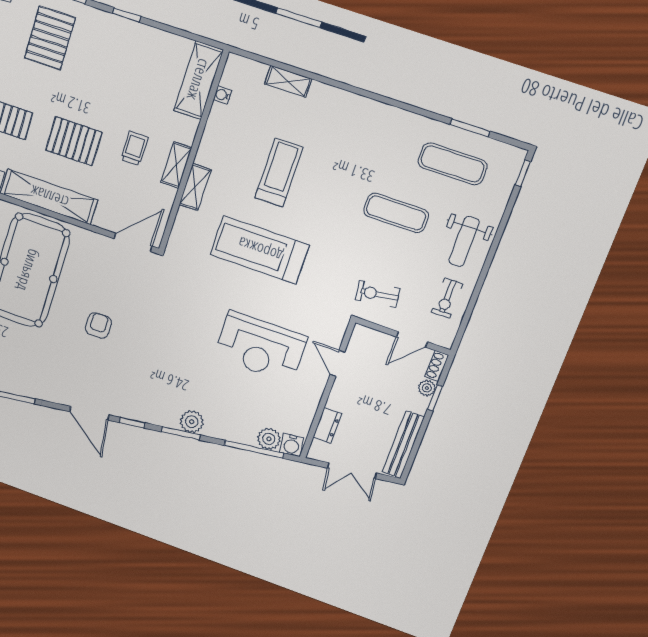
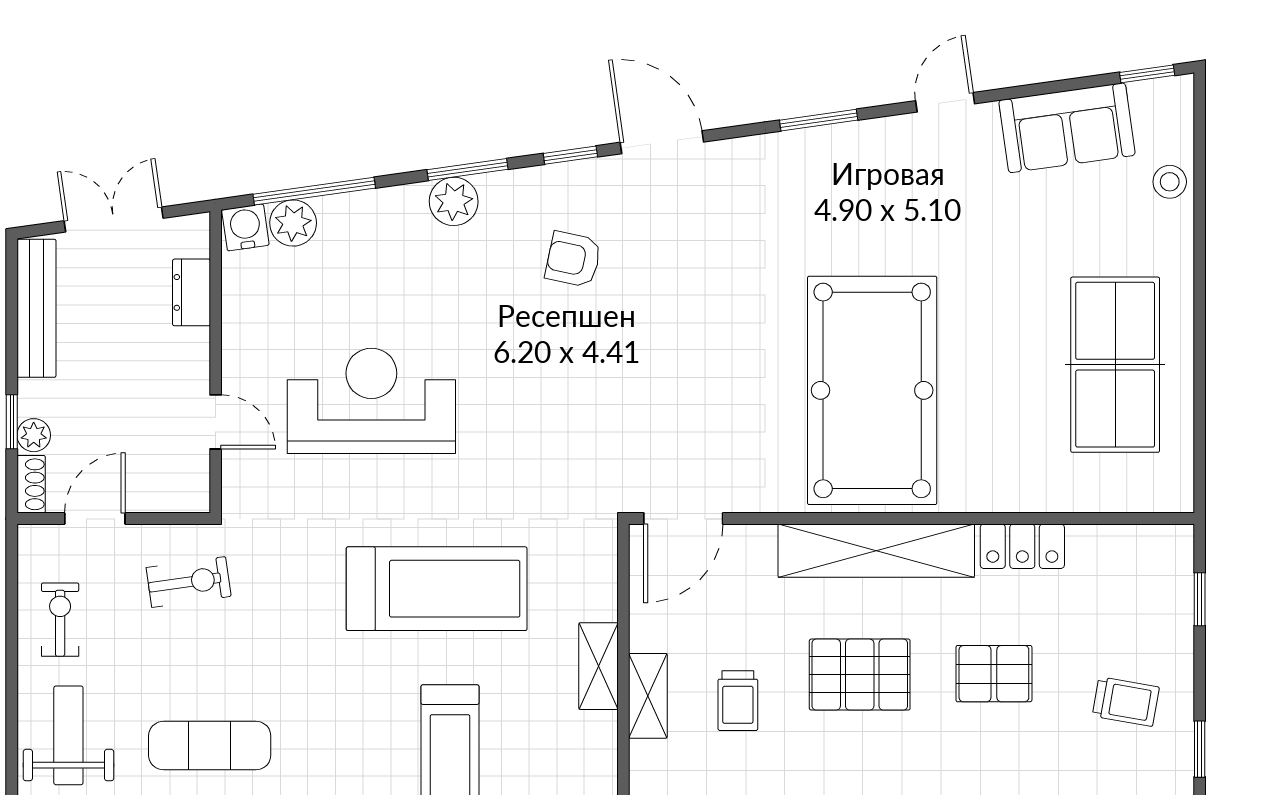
armchair: (98, 325) -> (573, 259), moved, turned 102

